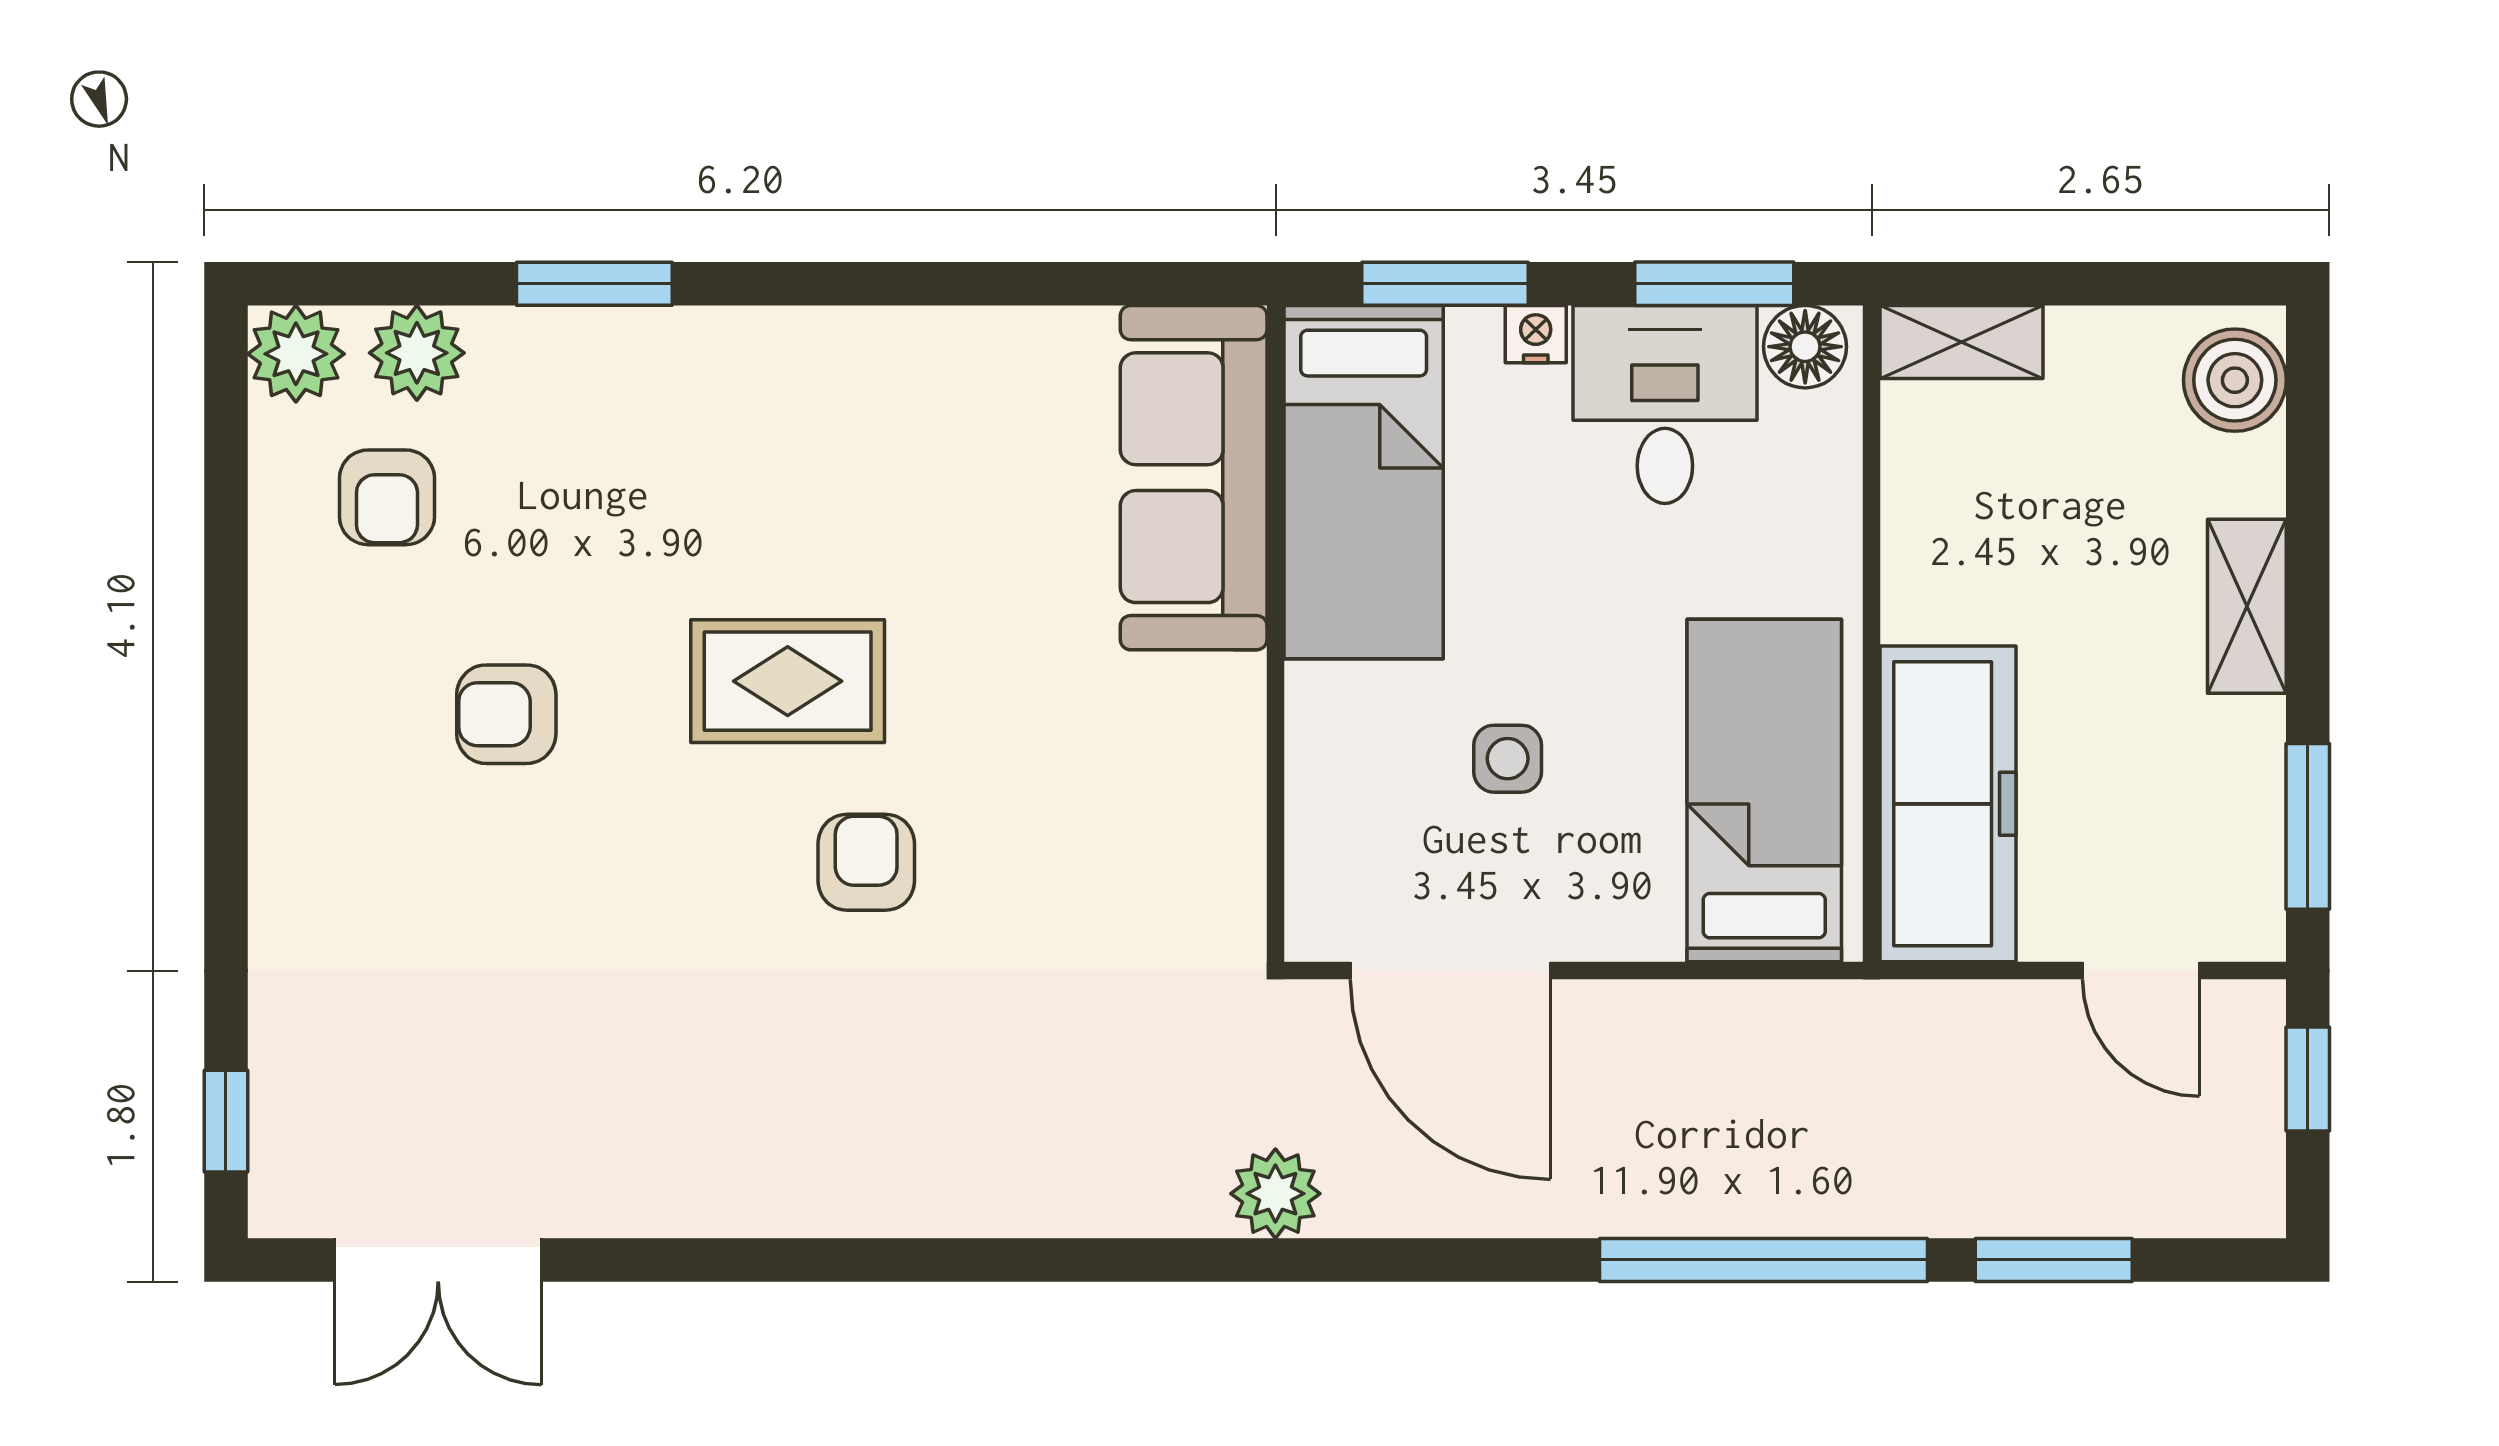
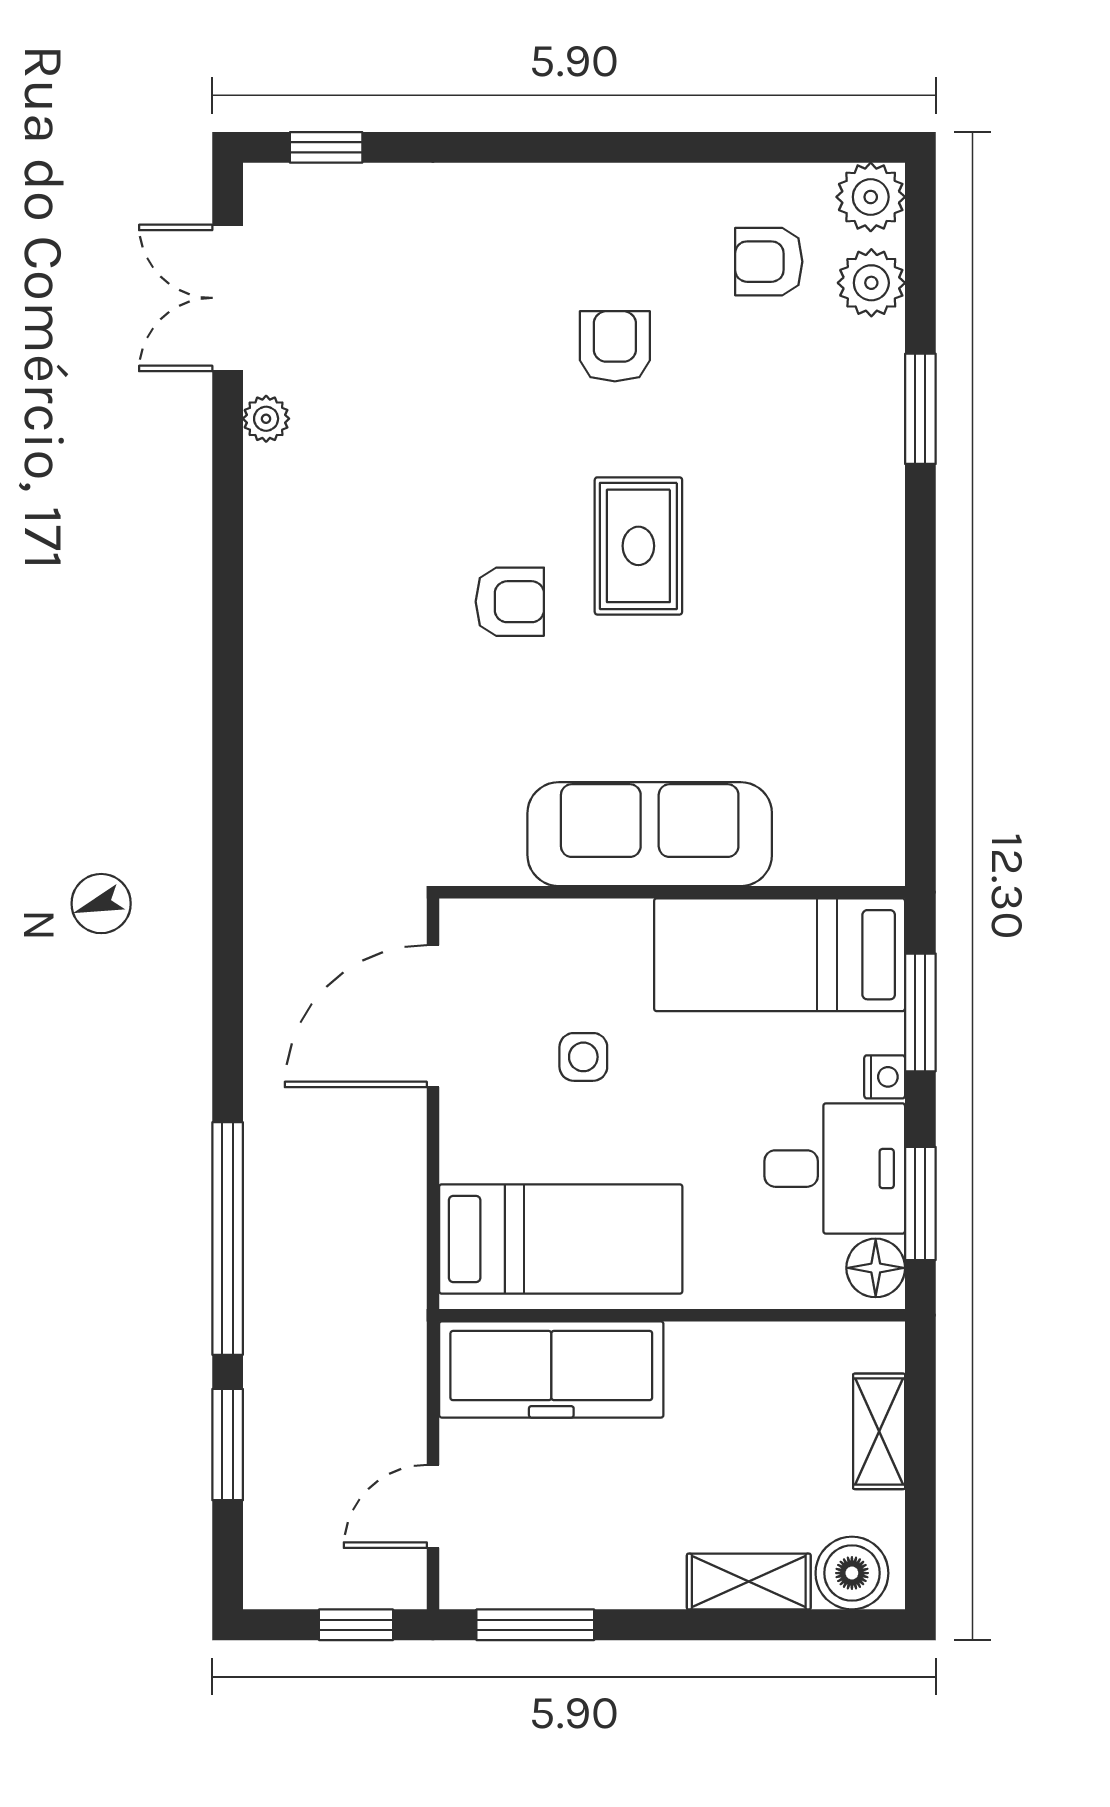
shelving: (1962, 342) -> (879, 1431), moved
sofa: (1194, 478) -> (650, 834), moved
shelving: (2247, 606) -> (749, 1582), moved
plant: (1275, 1194) -> (266, 419), moved, width x0.73, depth x0.73

